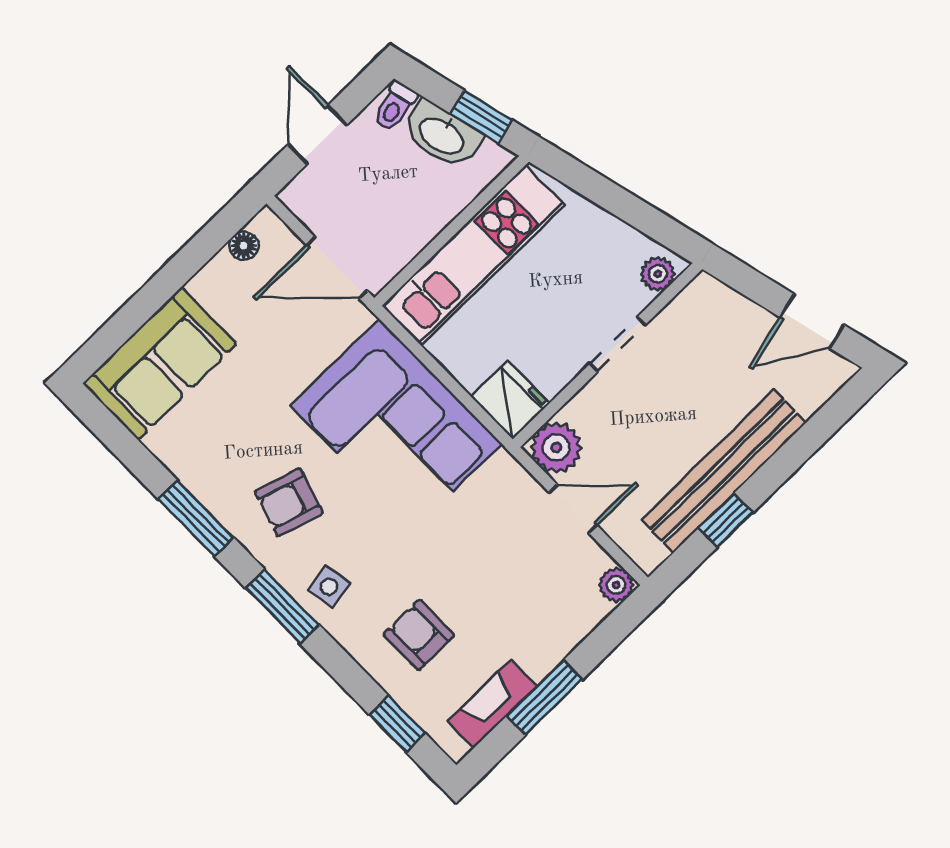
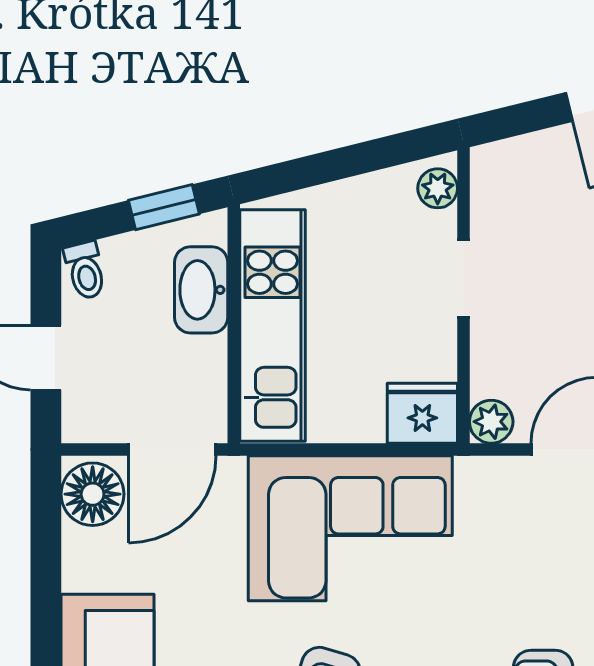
washbasin: (442, 135) -> (201, 290), moved, turned 104
floor lamp: (244, 246) -> (93, 494), width x1.89, depth x1.89
plant: (556, 447) -> (491, 422), width x0.73, depth x0.73

